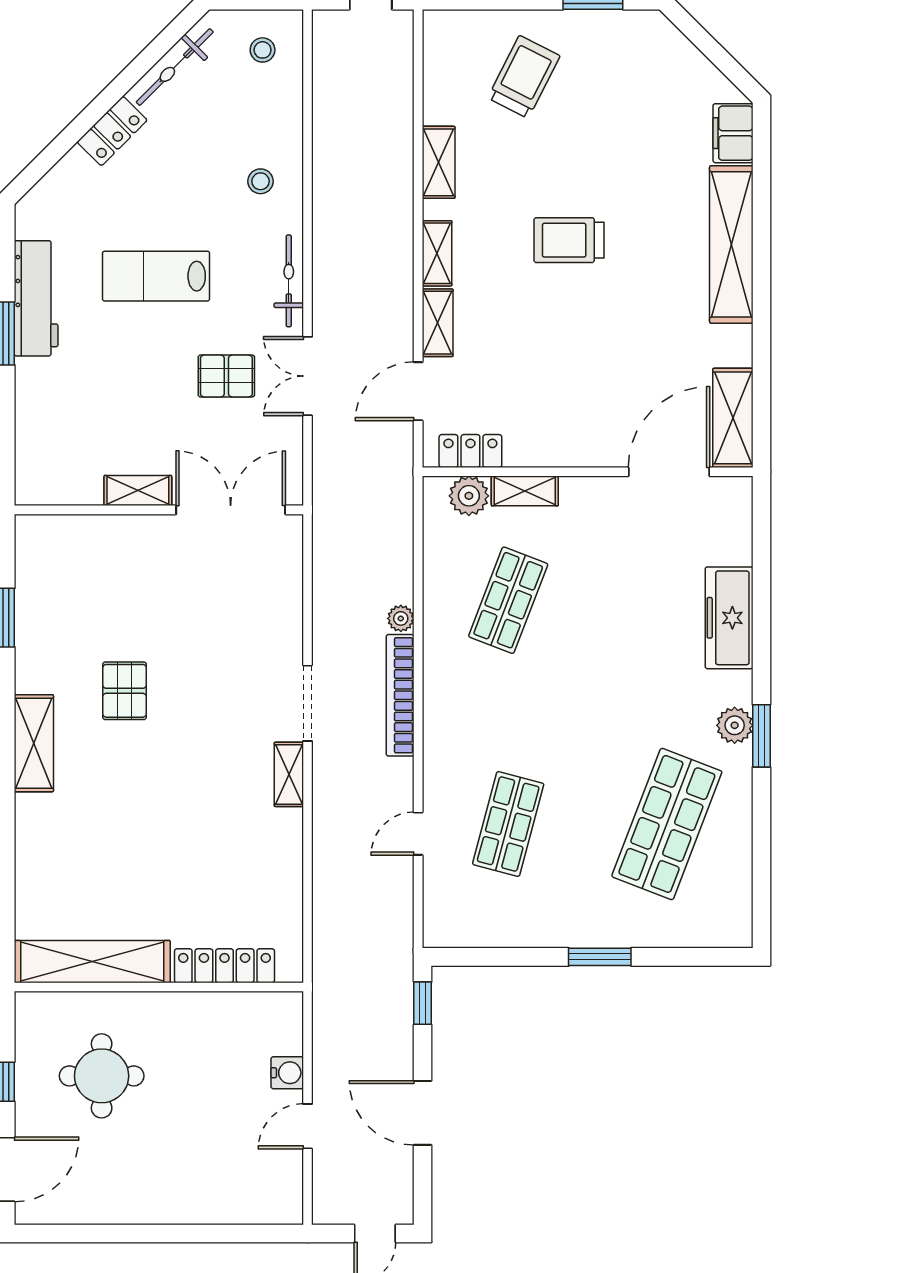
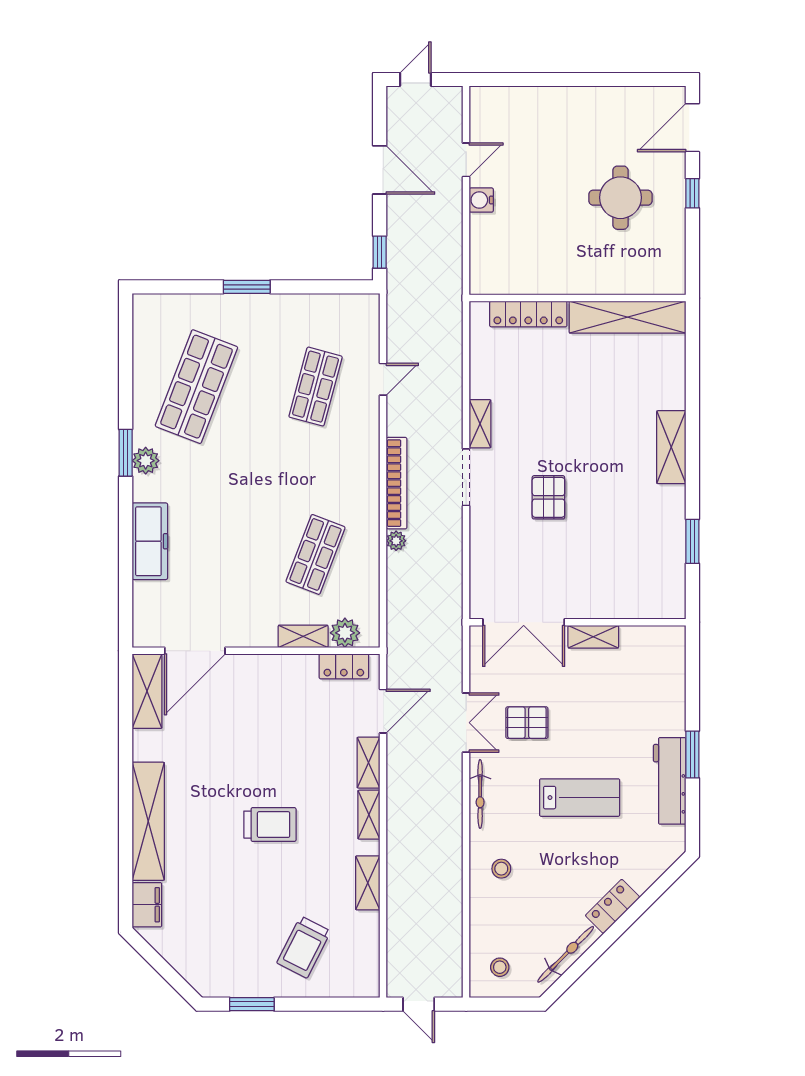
pallet: (125, 691) -> (548, 497), moved
shelving: (92, 962) -> (627, 317), moved
locker: (224, 966) -> (528, 314), moved
wall: (159, 987) -> (578, 298), moved

